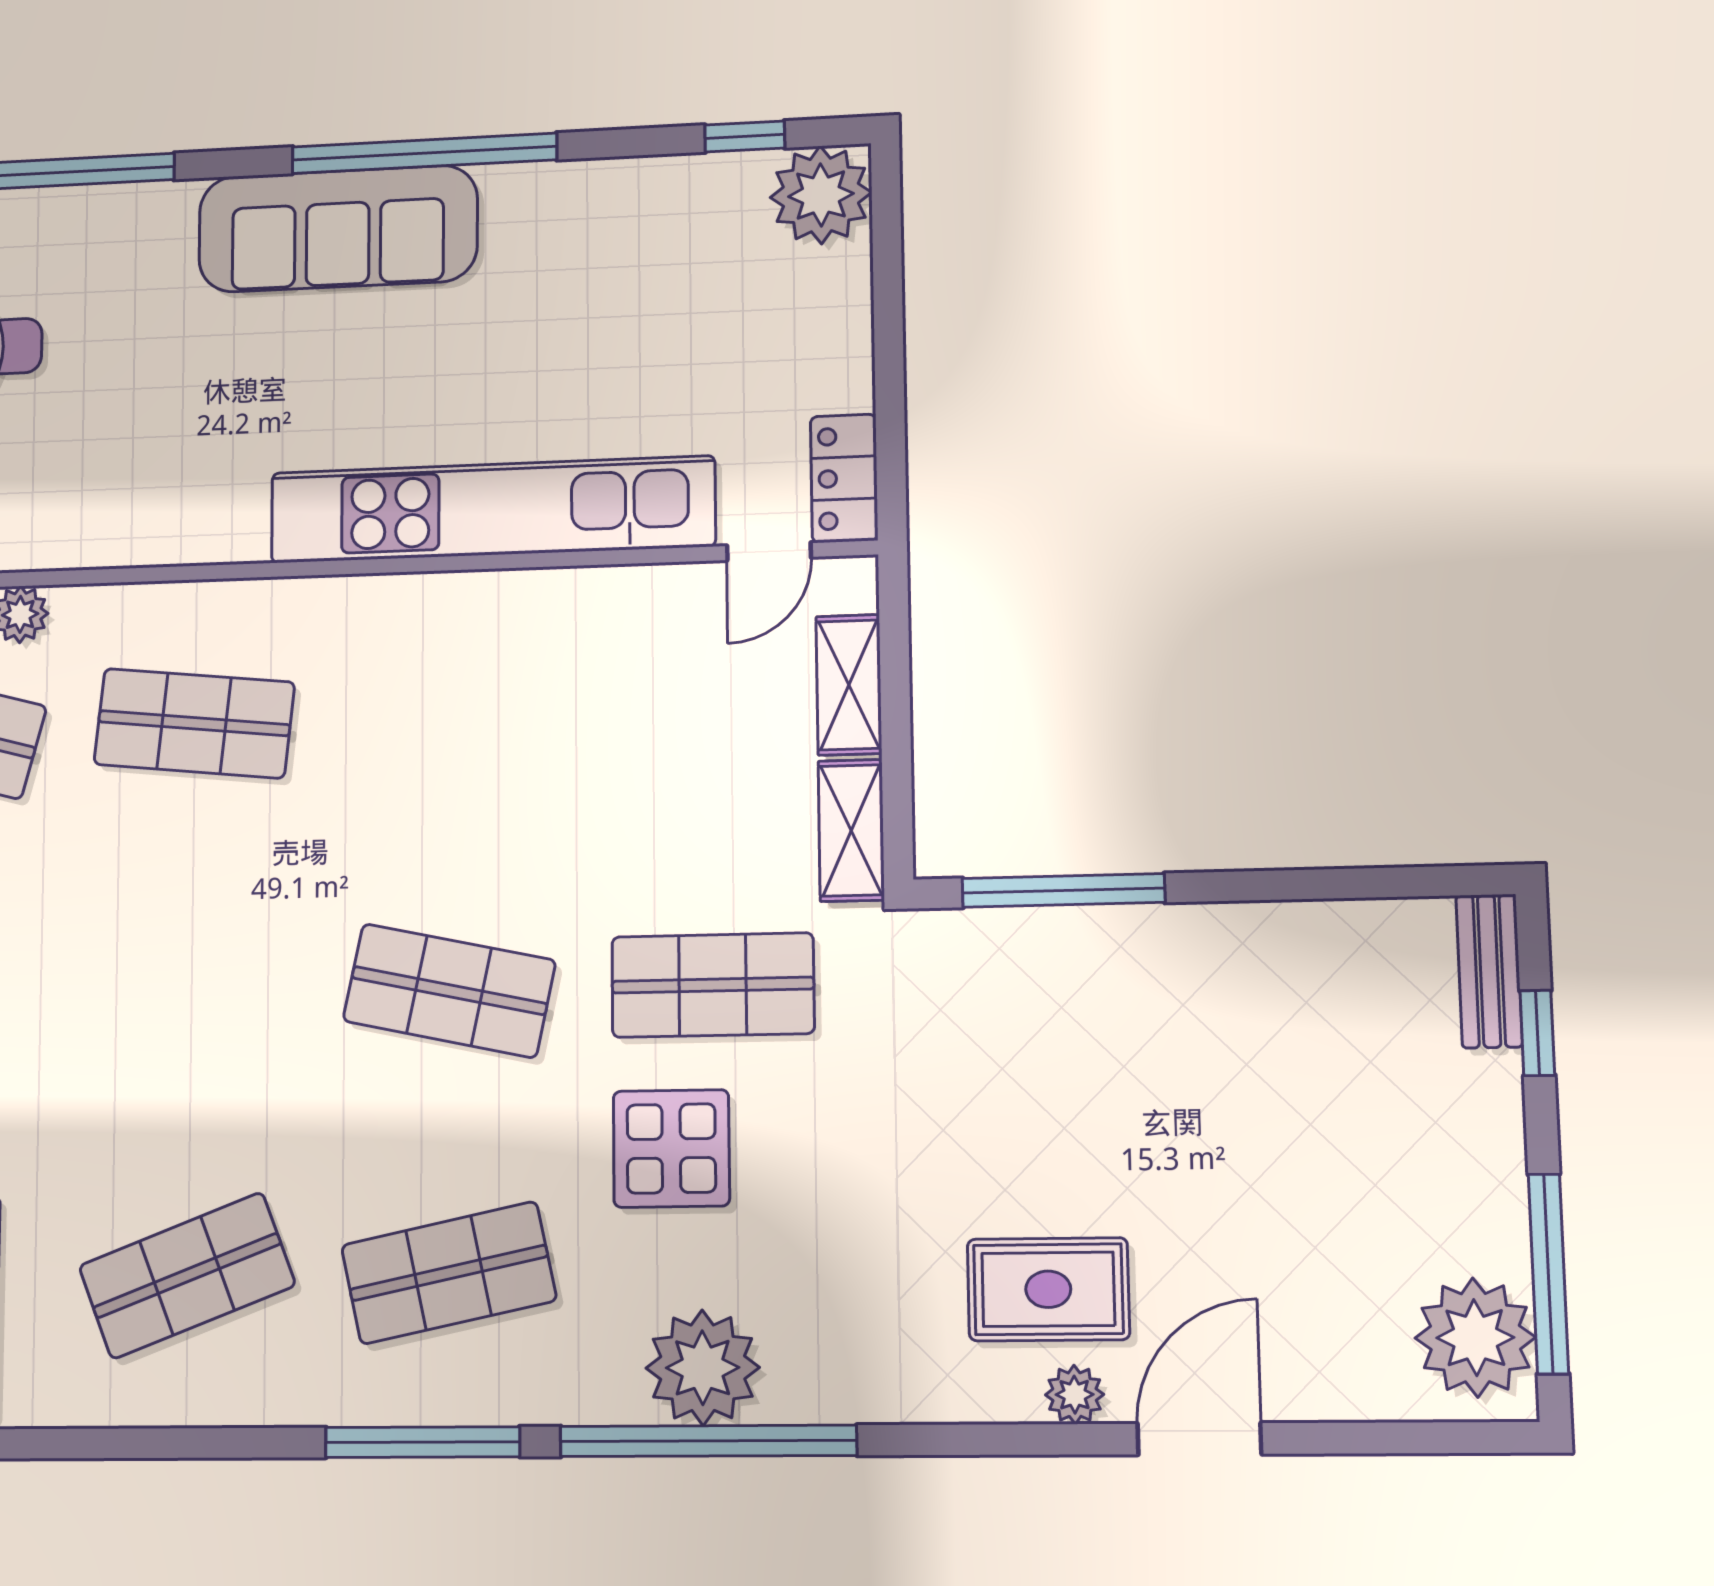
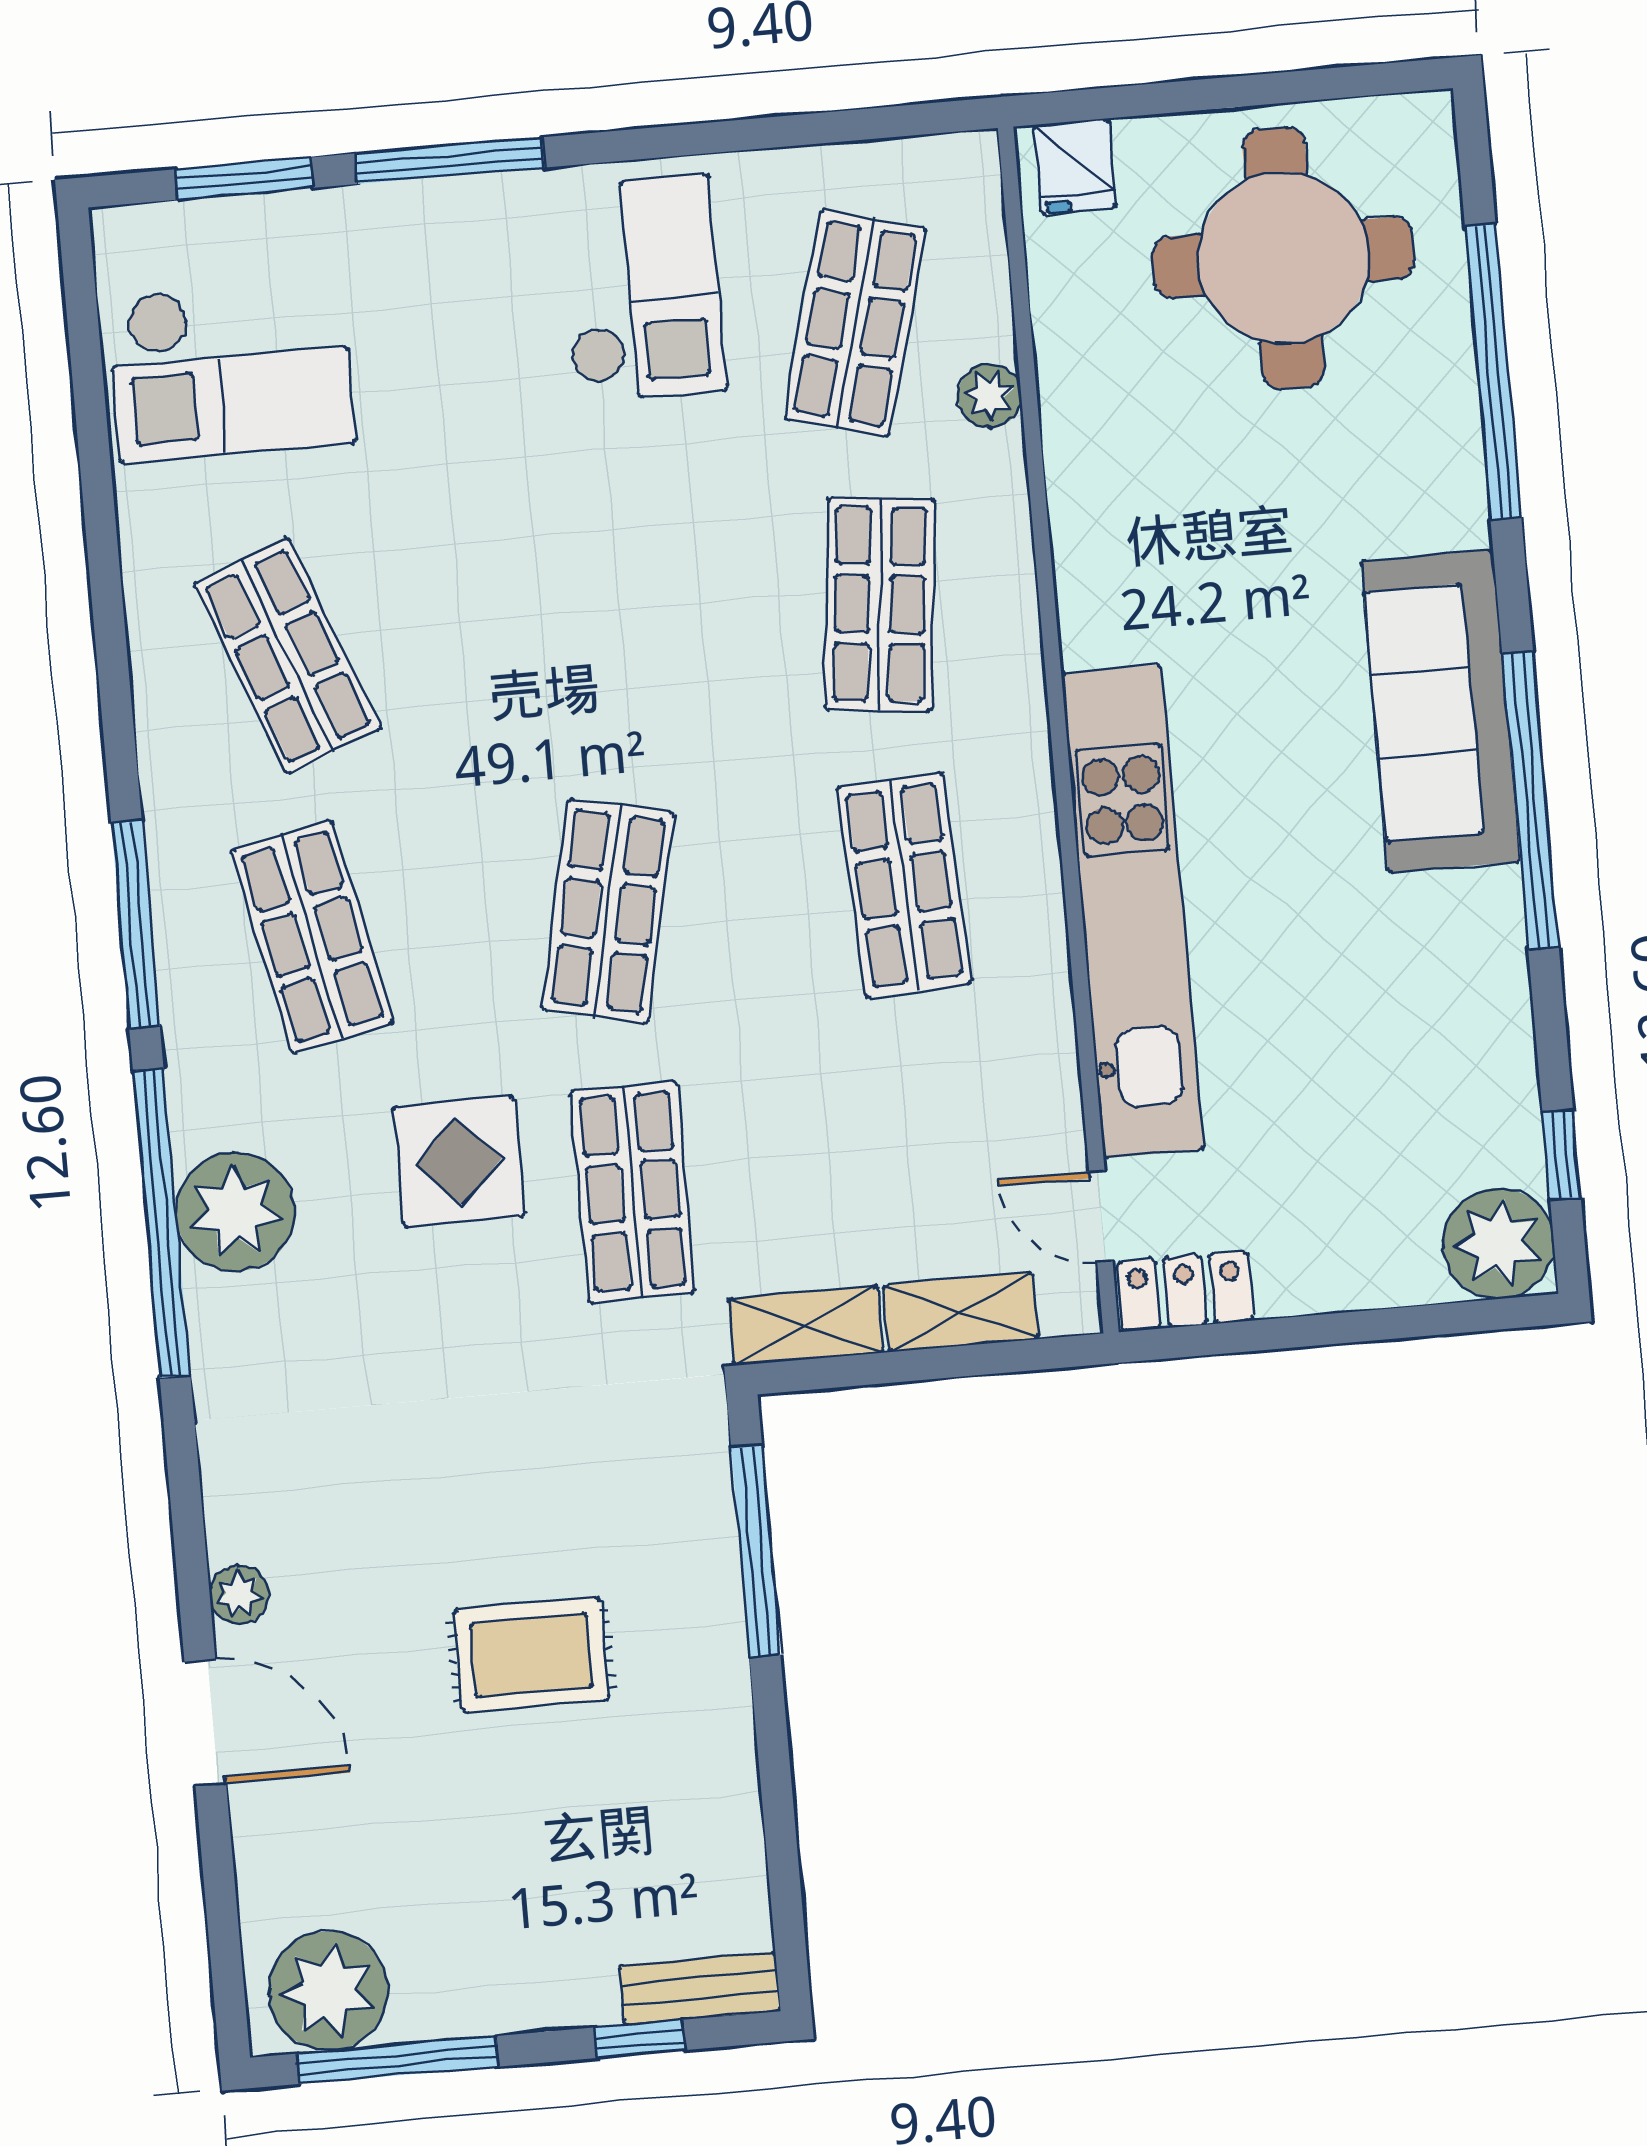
shop shelf: (450, 715) -> (904, 885), added
rug: (1048, 1289) -> (531, 1655), moved, turned 90

